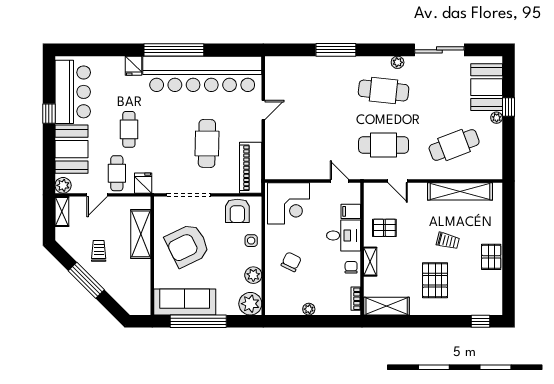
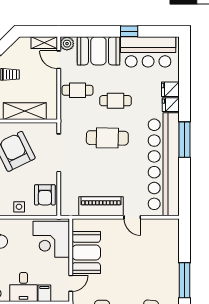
window: (174, 50) -> (185, 140), width x0.68
cafe table: (207, 143) -> (107, 138), moved
booth: (304, 163) -> (86, 252), added
piano: (251, 168) -> (101, 206), moved
fridge: (143, 183) -> (170, 89), moved, turned 180
door: (97, 195) -> (59, 60), moved
armchair: (237, 211) -> (45, 195), turned -90

